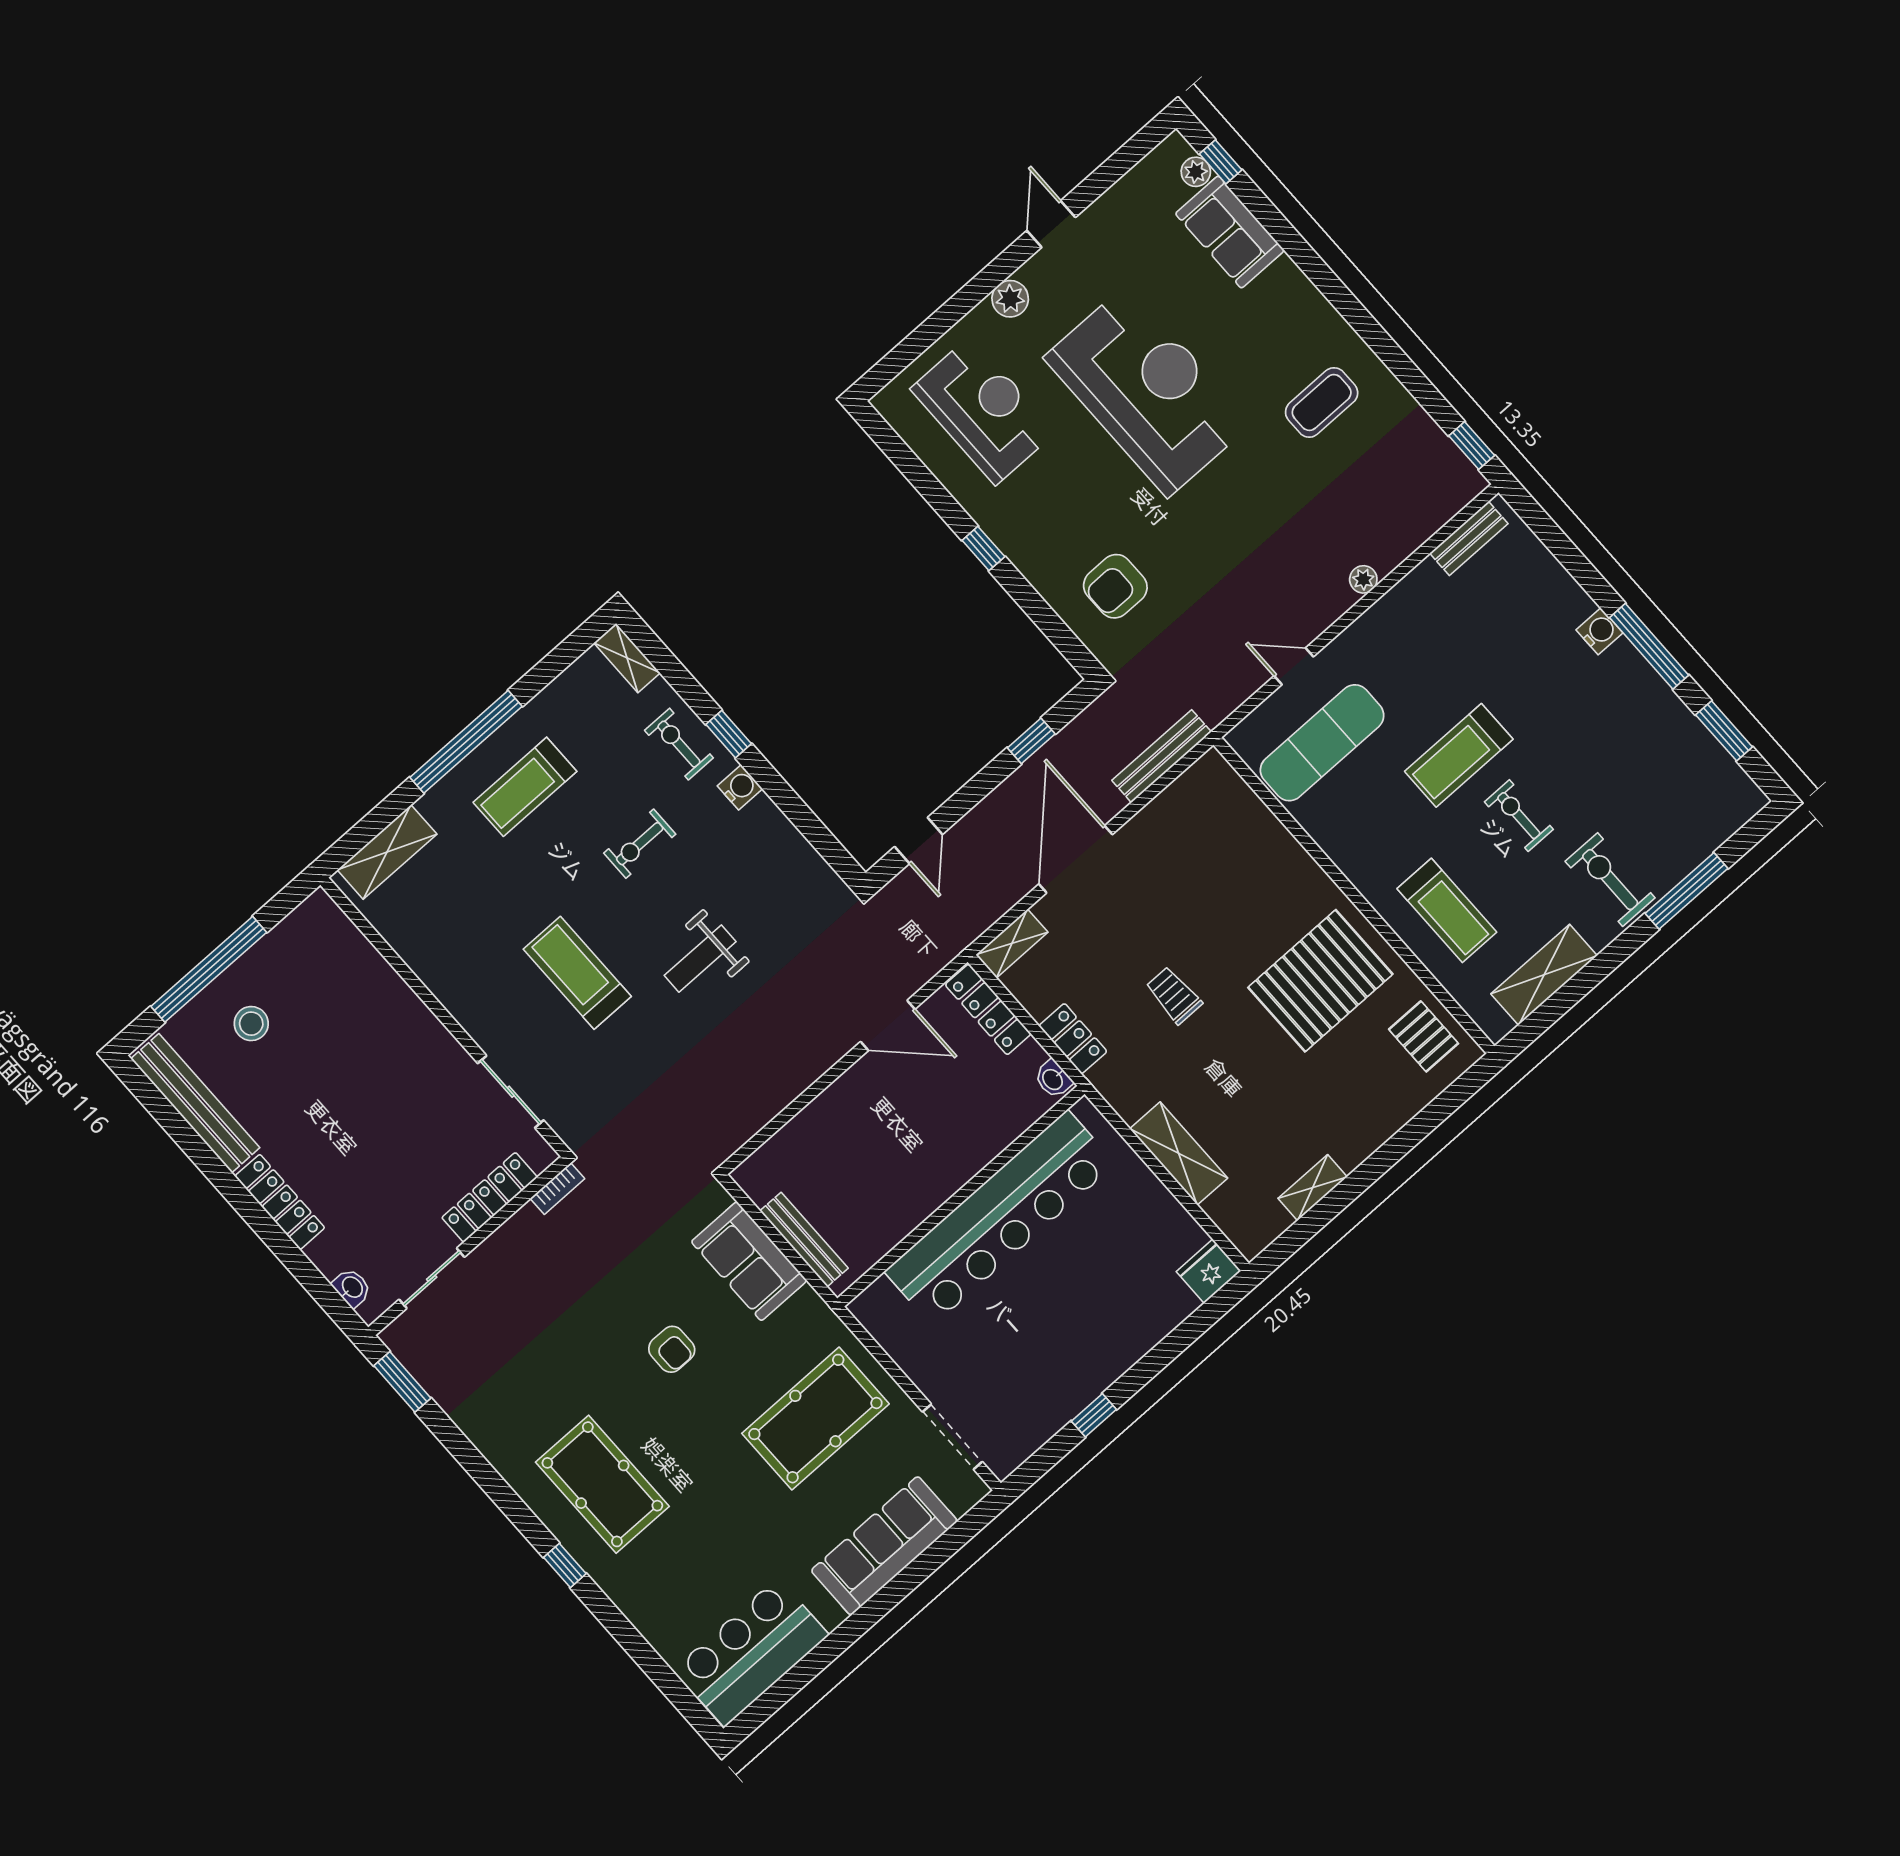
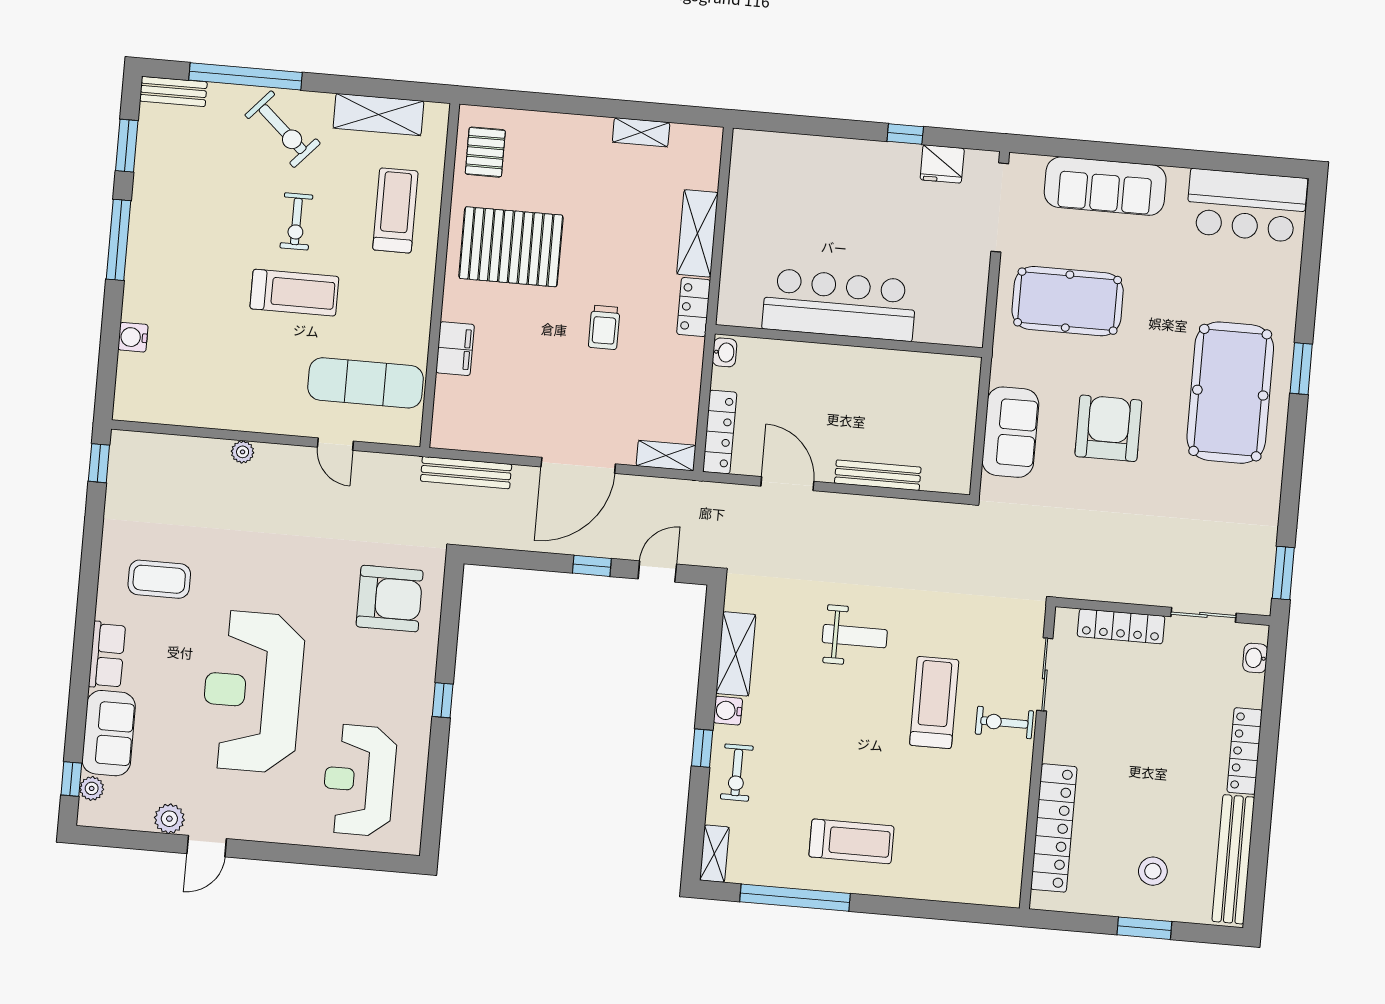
row of seats: (1299, 295) -> (107, 655), added
plant: (1010, 299) -> (169, 819), moved
bench: (1469, 538) -> (173, 91), moved
armchair: (1115, 586) -> (390, 599), width x1.36, depth x1.36
water cooler: (1599, 631) -> (133, 337), moved
window: (1031, 741) -> (592, 566), moved
window: (466, 742) -> (795, 898), moved
exercise bike: (640, 844) -> (1004, 722), moved, turned 180
filing cabinet: (1278, 849) -> (455, 349), added
shelving: (387, 852) -> (736, 654), moved, turned 90
exercise bike: (1610, 880) -> (283, 129), turned -48
window: (1686, 891) -> (245, 76), width x1.46
window: (209, 969) -> (1144, 928), width x0.47
locker: (370, 973) -> (1054, 828), added
treadmill: (577, 973) -> (934, 703), turned 180
locker: (1073, 1039) -> (694, 307), moved
bookcase: (557, 1189) -> (1077, 590), removed
bar counter: (1000, 1218) -> (839, 305), width x0.73
bench: (804, 1240) -> (878, 475), moved, turned 90
fridge: (1209, 1271) -> (942, 164), moved
armchair: (672, 1349) -> (1108, 428), width x1.88, depth x1.88
doorway: (952, 1437) -> (1000, 207), width x1.36
pool table: (602, 1484) -> (1230, 393), width x1.36, depth x1.32
window: (565, 1565) -> (1301, 369), width x1.50

